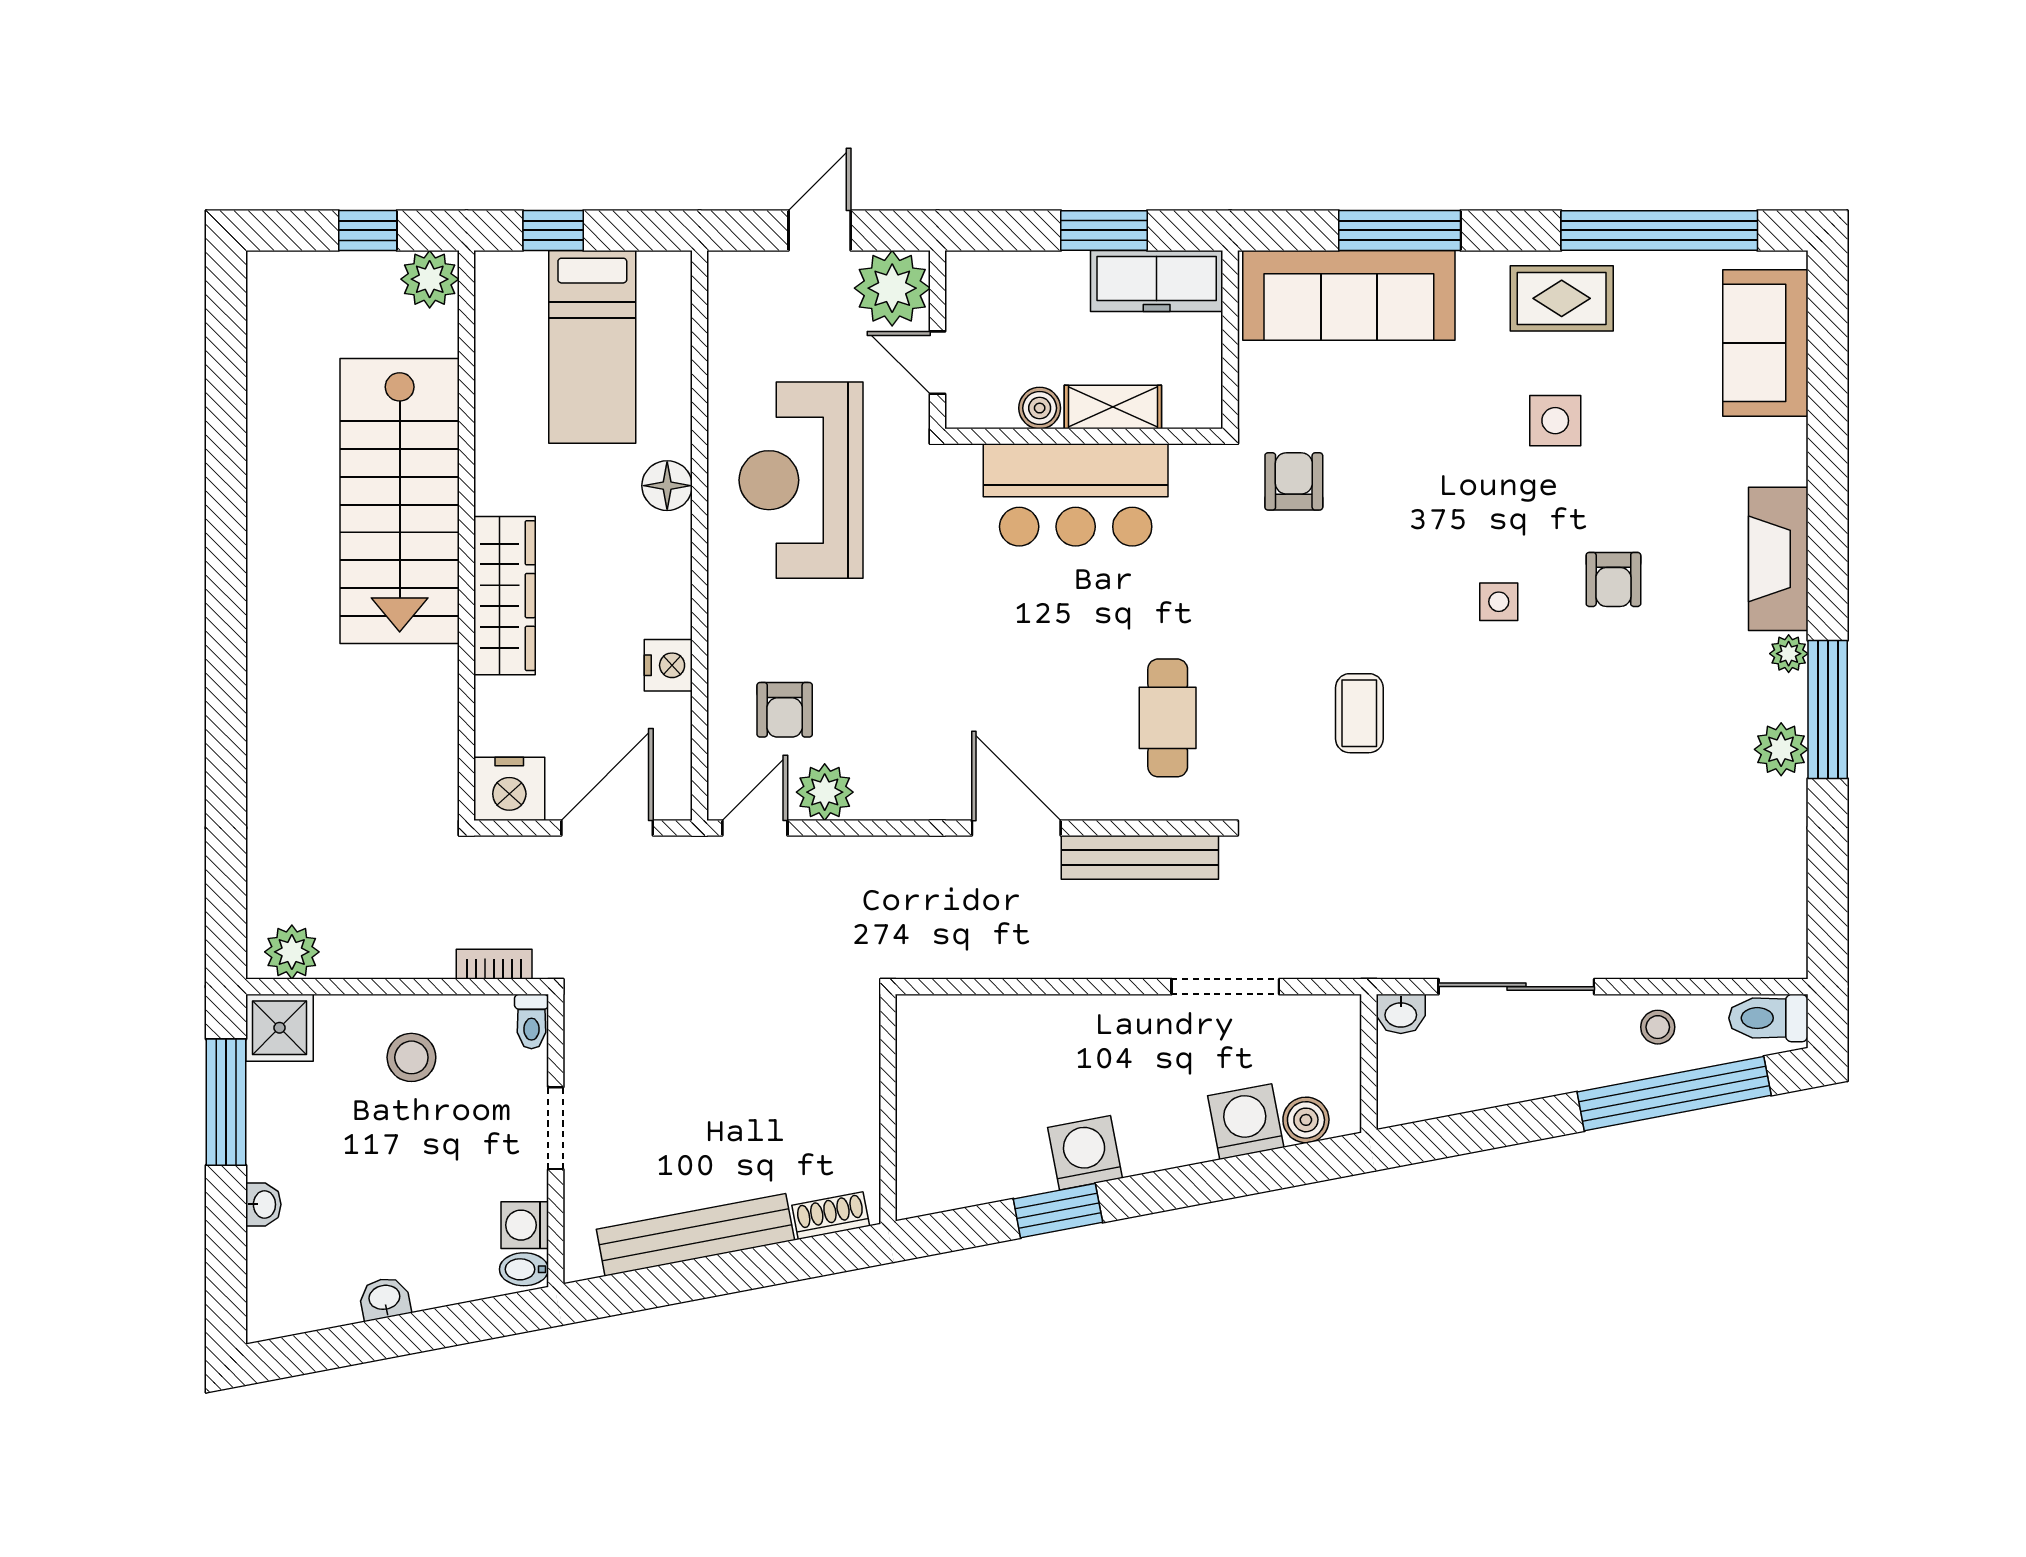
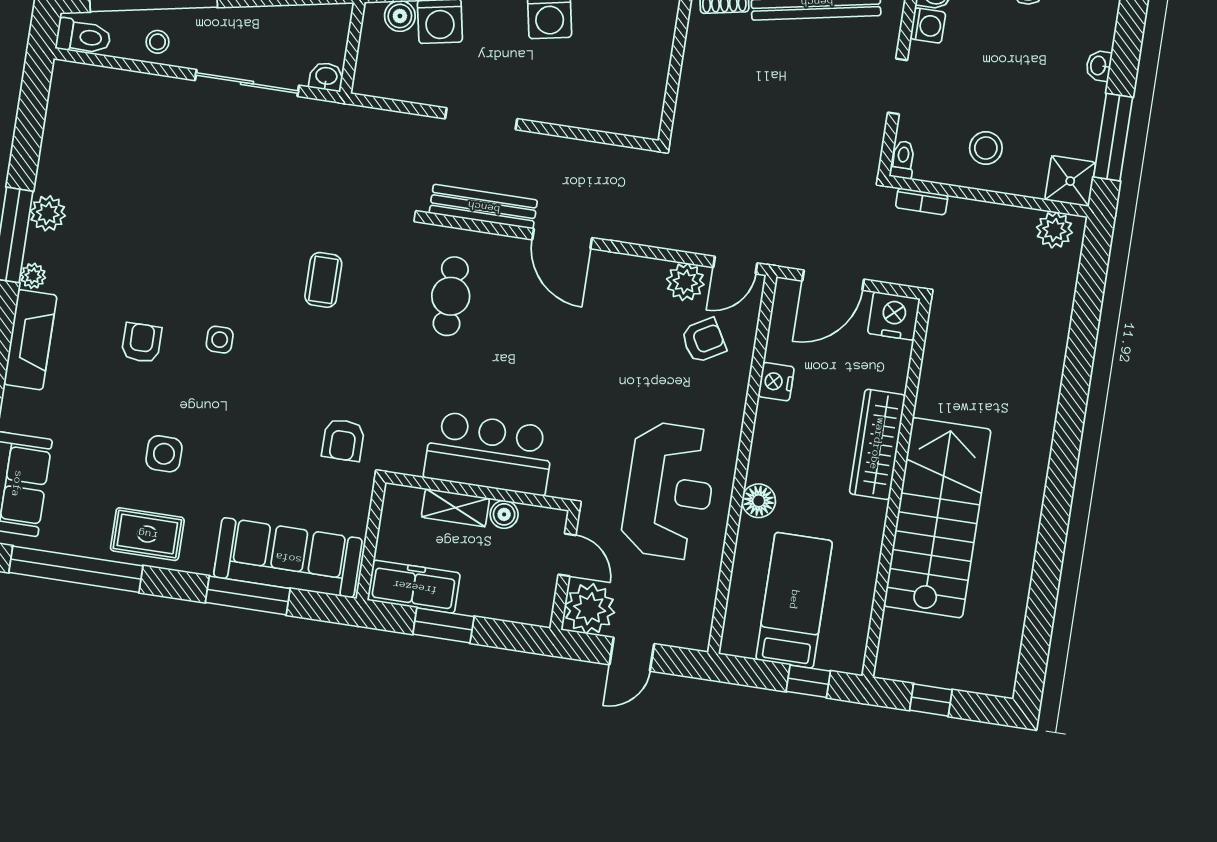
plant: (430, 279) -> (895, 661), removed
armchair: (785, 710) -> (704, 340), turned 60
doorway: (1225, 987) -> (481, 119), moved

